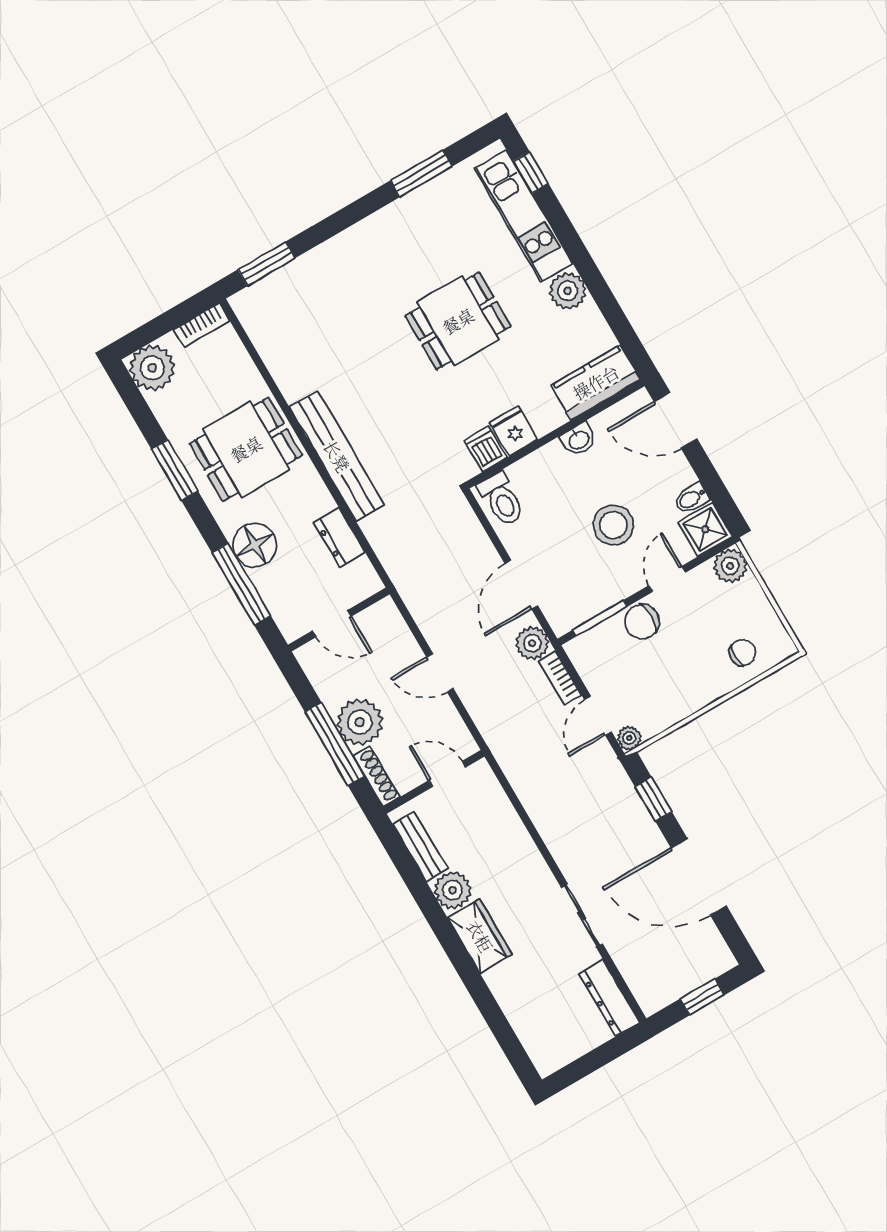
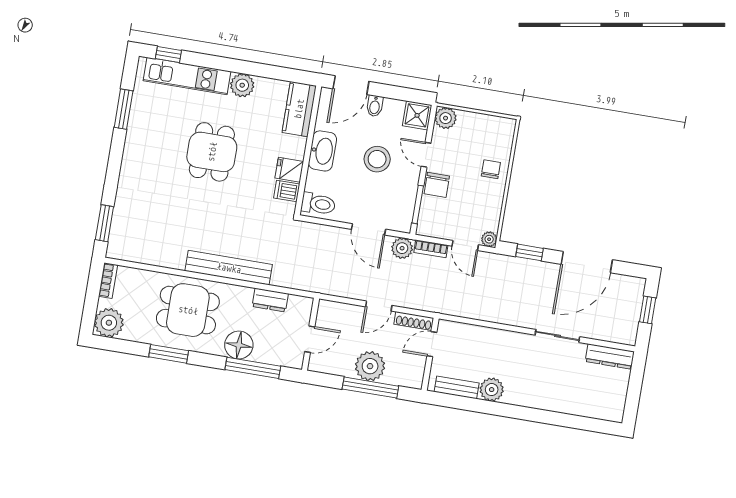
washbasin: (579, 440) -> (322, 151), width x1.91, depth x1.45
dining table: (246, 449) -> (188, 310), turned 90
bidet: (691, 498) -> (375, 106), moved
chair: (742, 653) -> (491, 169), moved
shoe rack: (376, 776) -> (414, 321), moved, turned 180
wardrobe: (480, 936) -> (526, 395), removed

